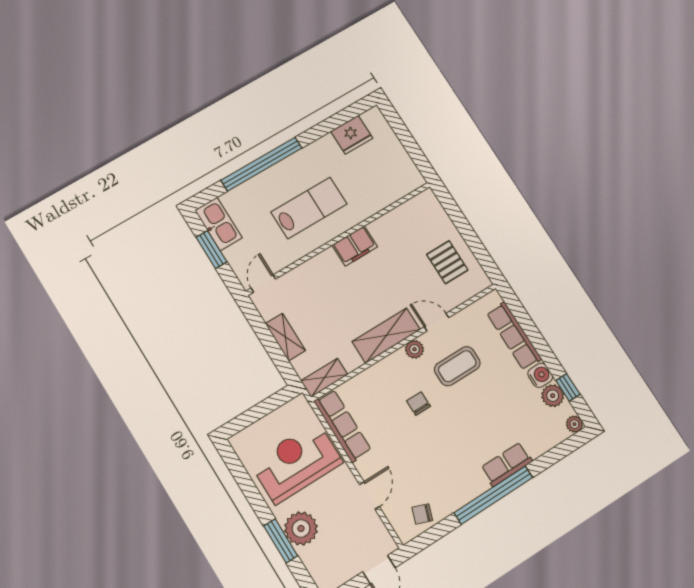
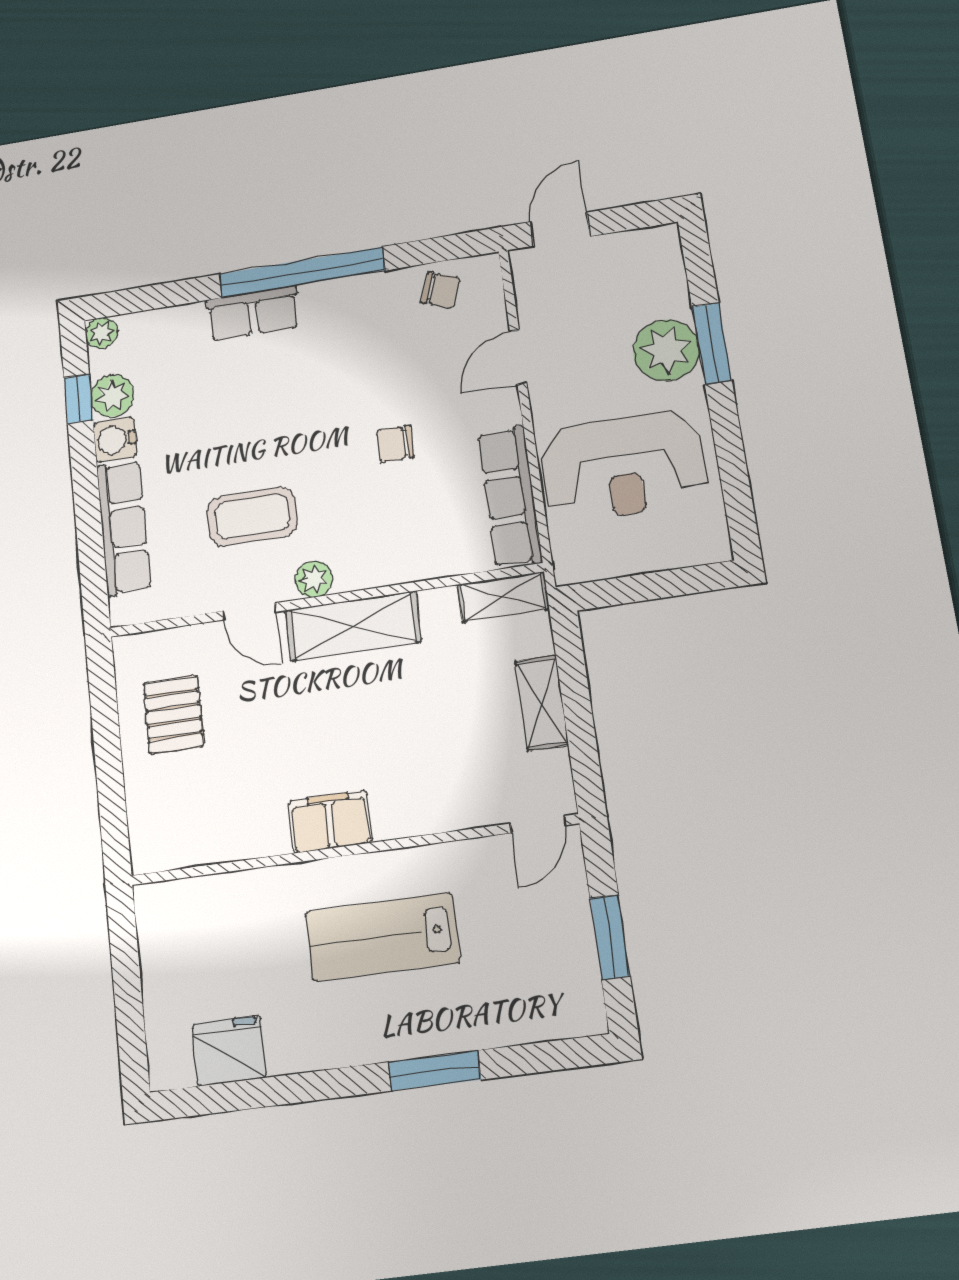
window: (261, 164) -> (435, 1071), width x0.47
kitchen sink: (219, 224) -> (574, 983), removed
chair: (419, 404) -> (395, 444), moved, turned 90

